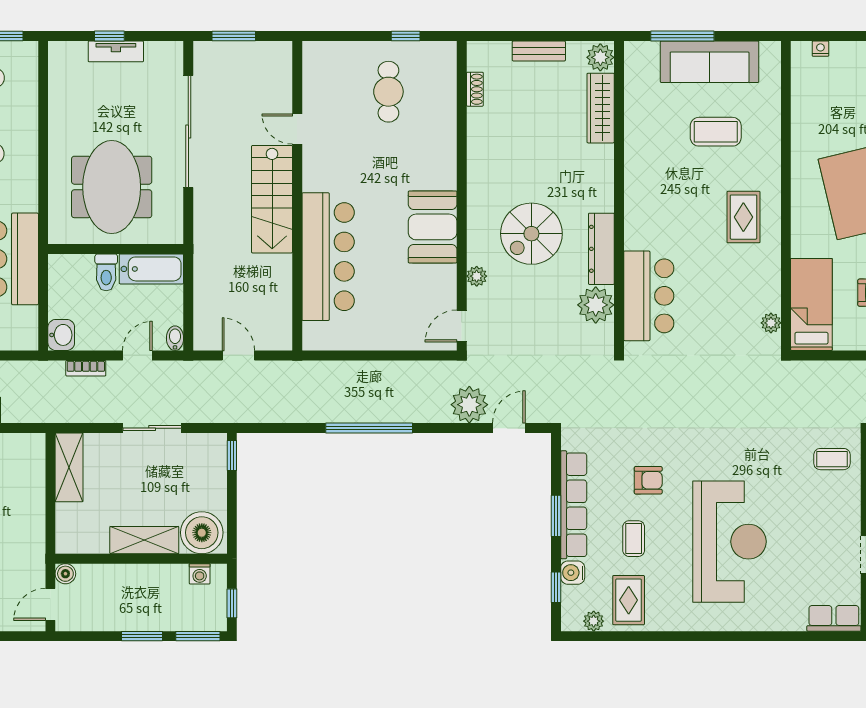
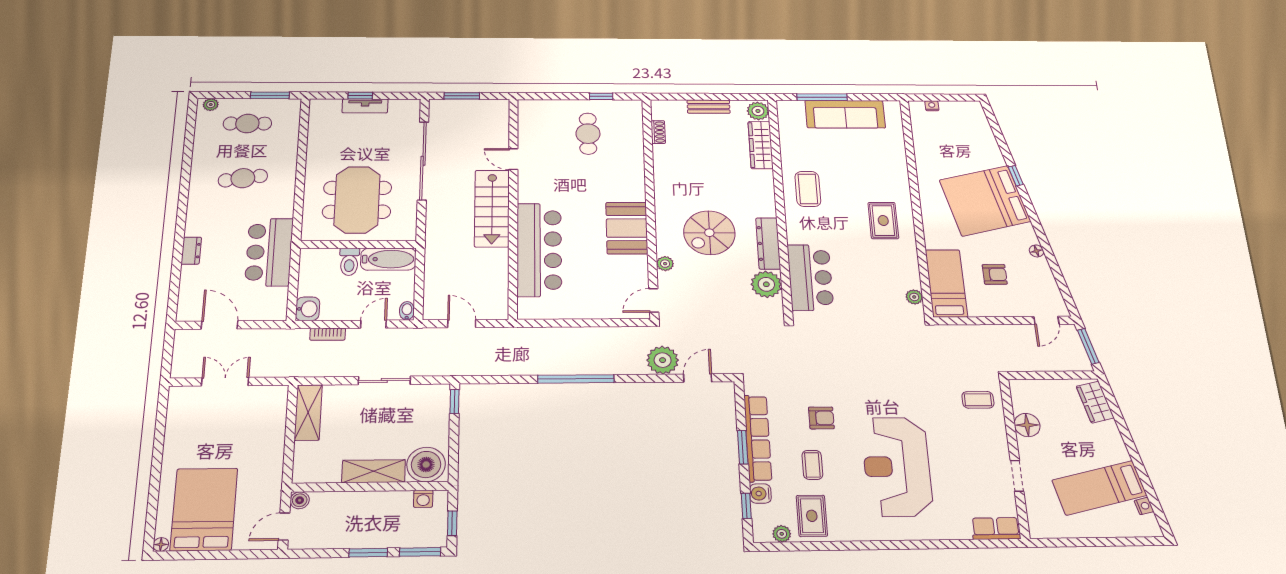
coffee table: (716, 132) -> (808, 189), moved, turned 90
reception desk: (730, 542) -> (897, 466), turned 180

